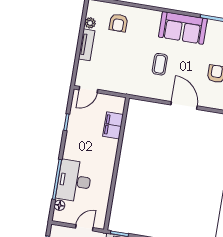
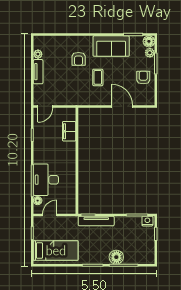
armchair: (118, 23) -> (79, 59), moved
door: (84, 228) -> (50, 215), moved

